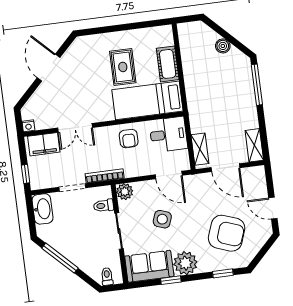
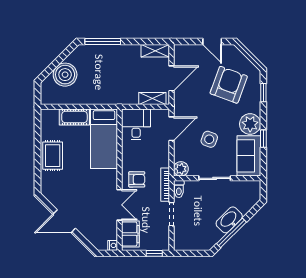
boiler: (223, 46) -> (65, 75), width x1.86, depth x1.86
rug: (123, 67) -> (53, 156), moved, turned 90
armchair: (129, 139) -> (137, 179), moved
toilet: (103, 206) -> (179, 189), moved
door: (273, 208) -> (212, 42), hinge flipped
washbasin: (42, 209) -> (229, 220), moved, turned -45
toilet: (107, 276) -> (253, 194), removed

